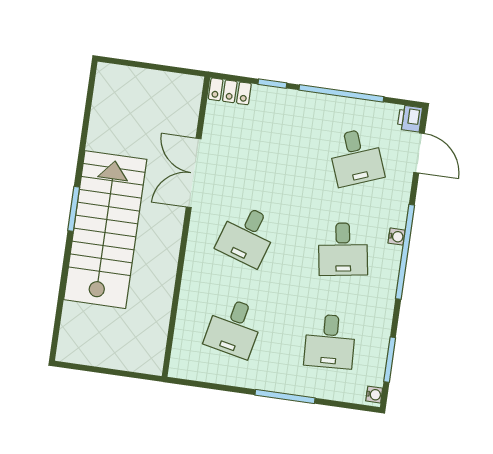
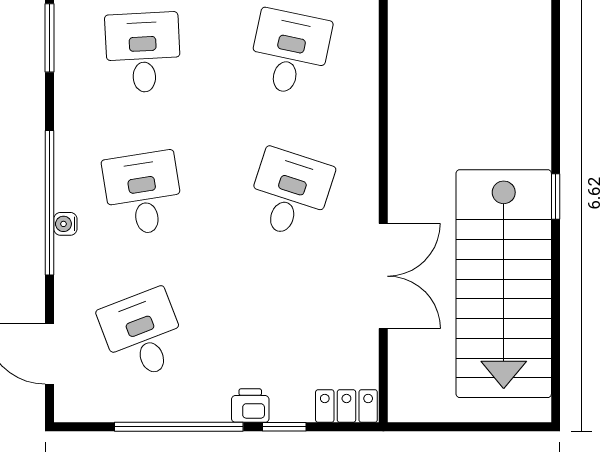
printer: (410, 118) -> (250, 406), moved, turned -90
window: (74, 209) -> (556, 197), width x0.67
stairs: (105, 230) -> (504, 284), moved

